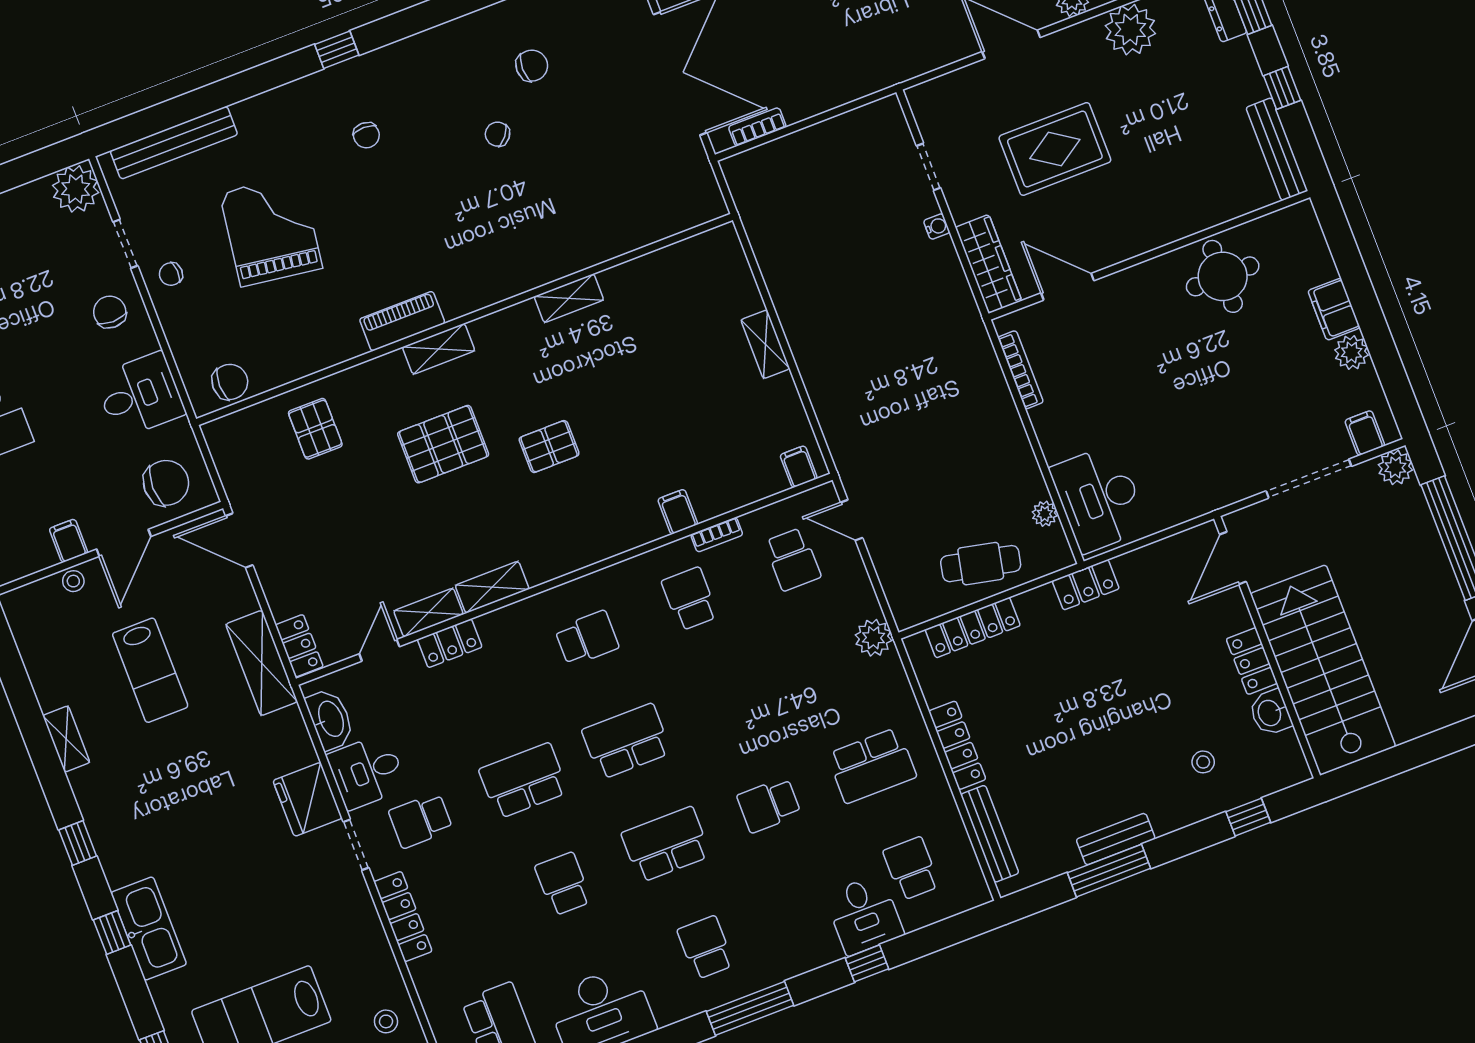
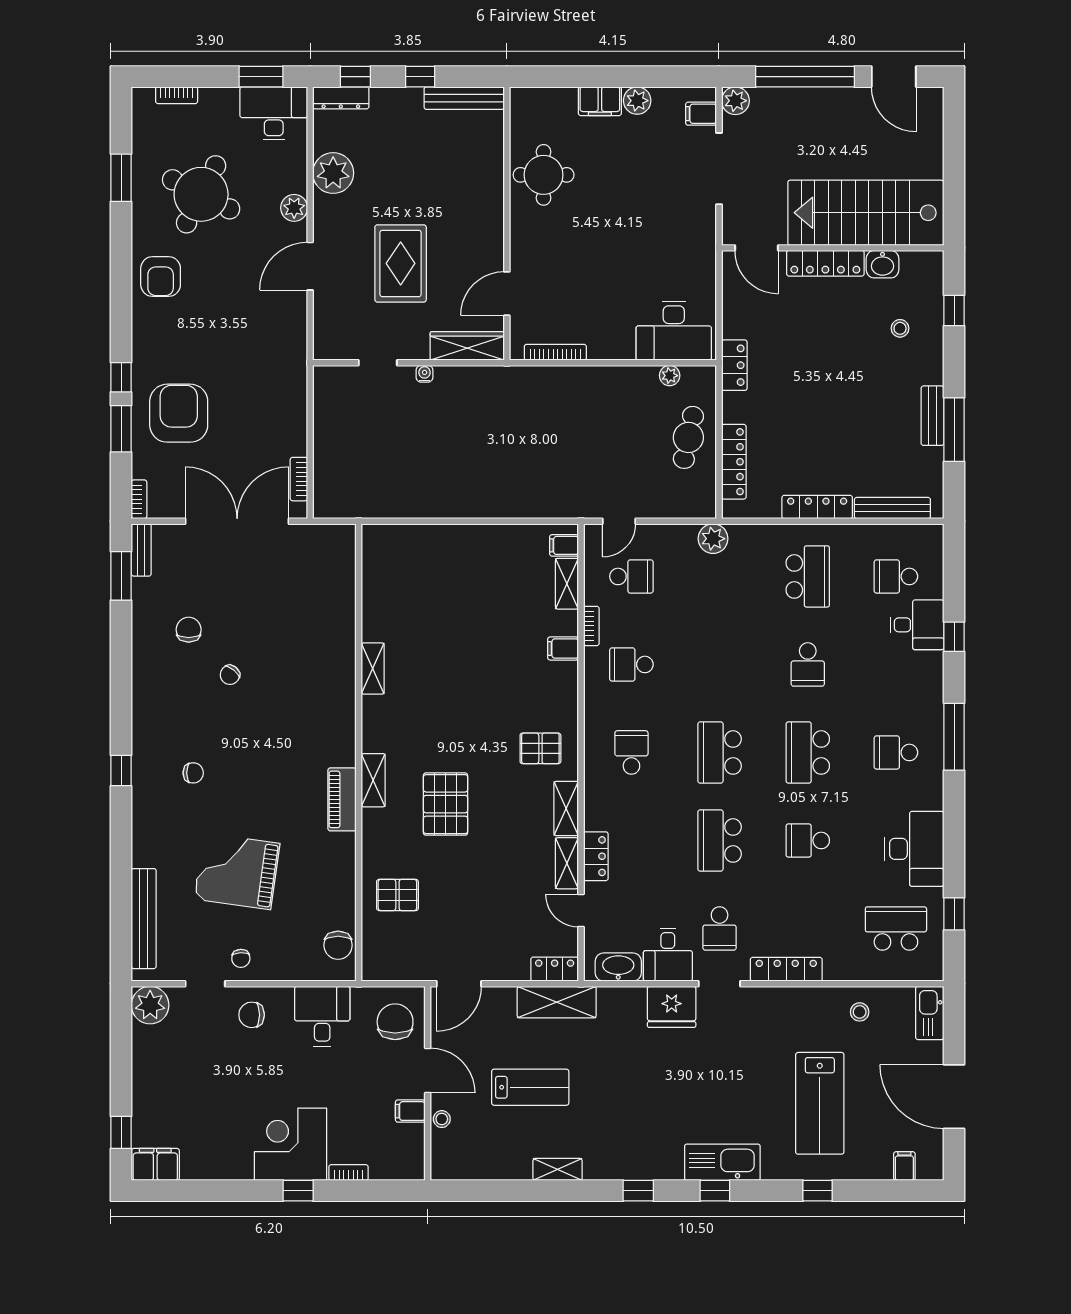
shelving: (765, 344) -> (567, 584), moved, turned 90
chair: (230, 382) -> (338, 945), turned 180
pallet: (549, 447) -> (540, 748), moved, turned 90
locker: (1252, 661) -> (825, 263), width x1.53

